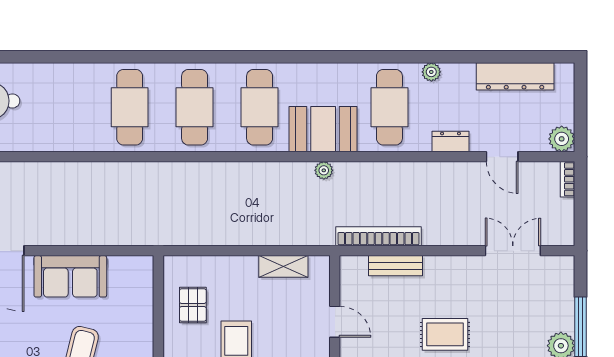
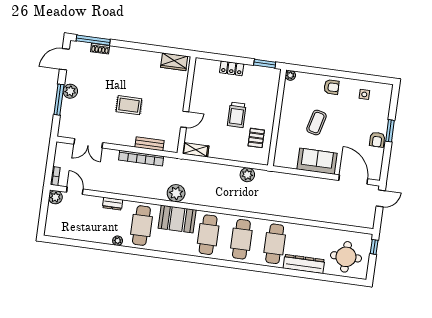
dresser: (515, 76) -> (304, 264), moved
door: (502, 157) -> (75, 191), moved
plant: (324, 170) -> (176, 193), width x1.88, depth x1.88
plant: (200, 232) -> (247, 175), added
bookcase: (378, 236) -> (141, 158), moved
shelving: (283, 266) -> (196, 150), moved
door: (335, 322) -> (185, 119), swing flipped

